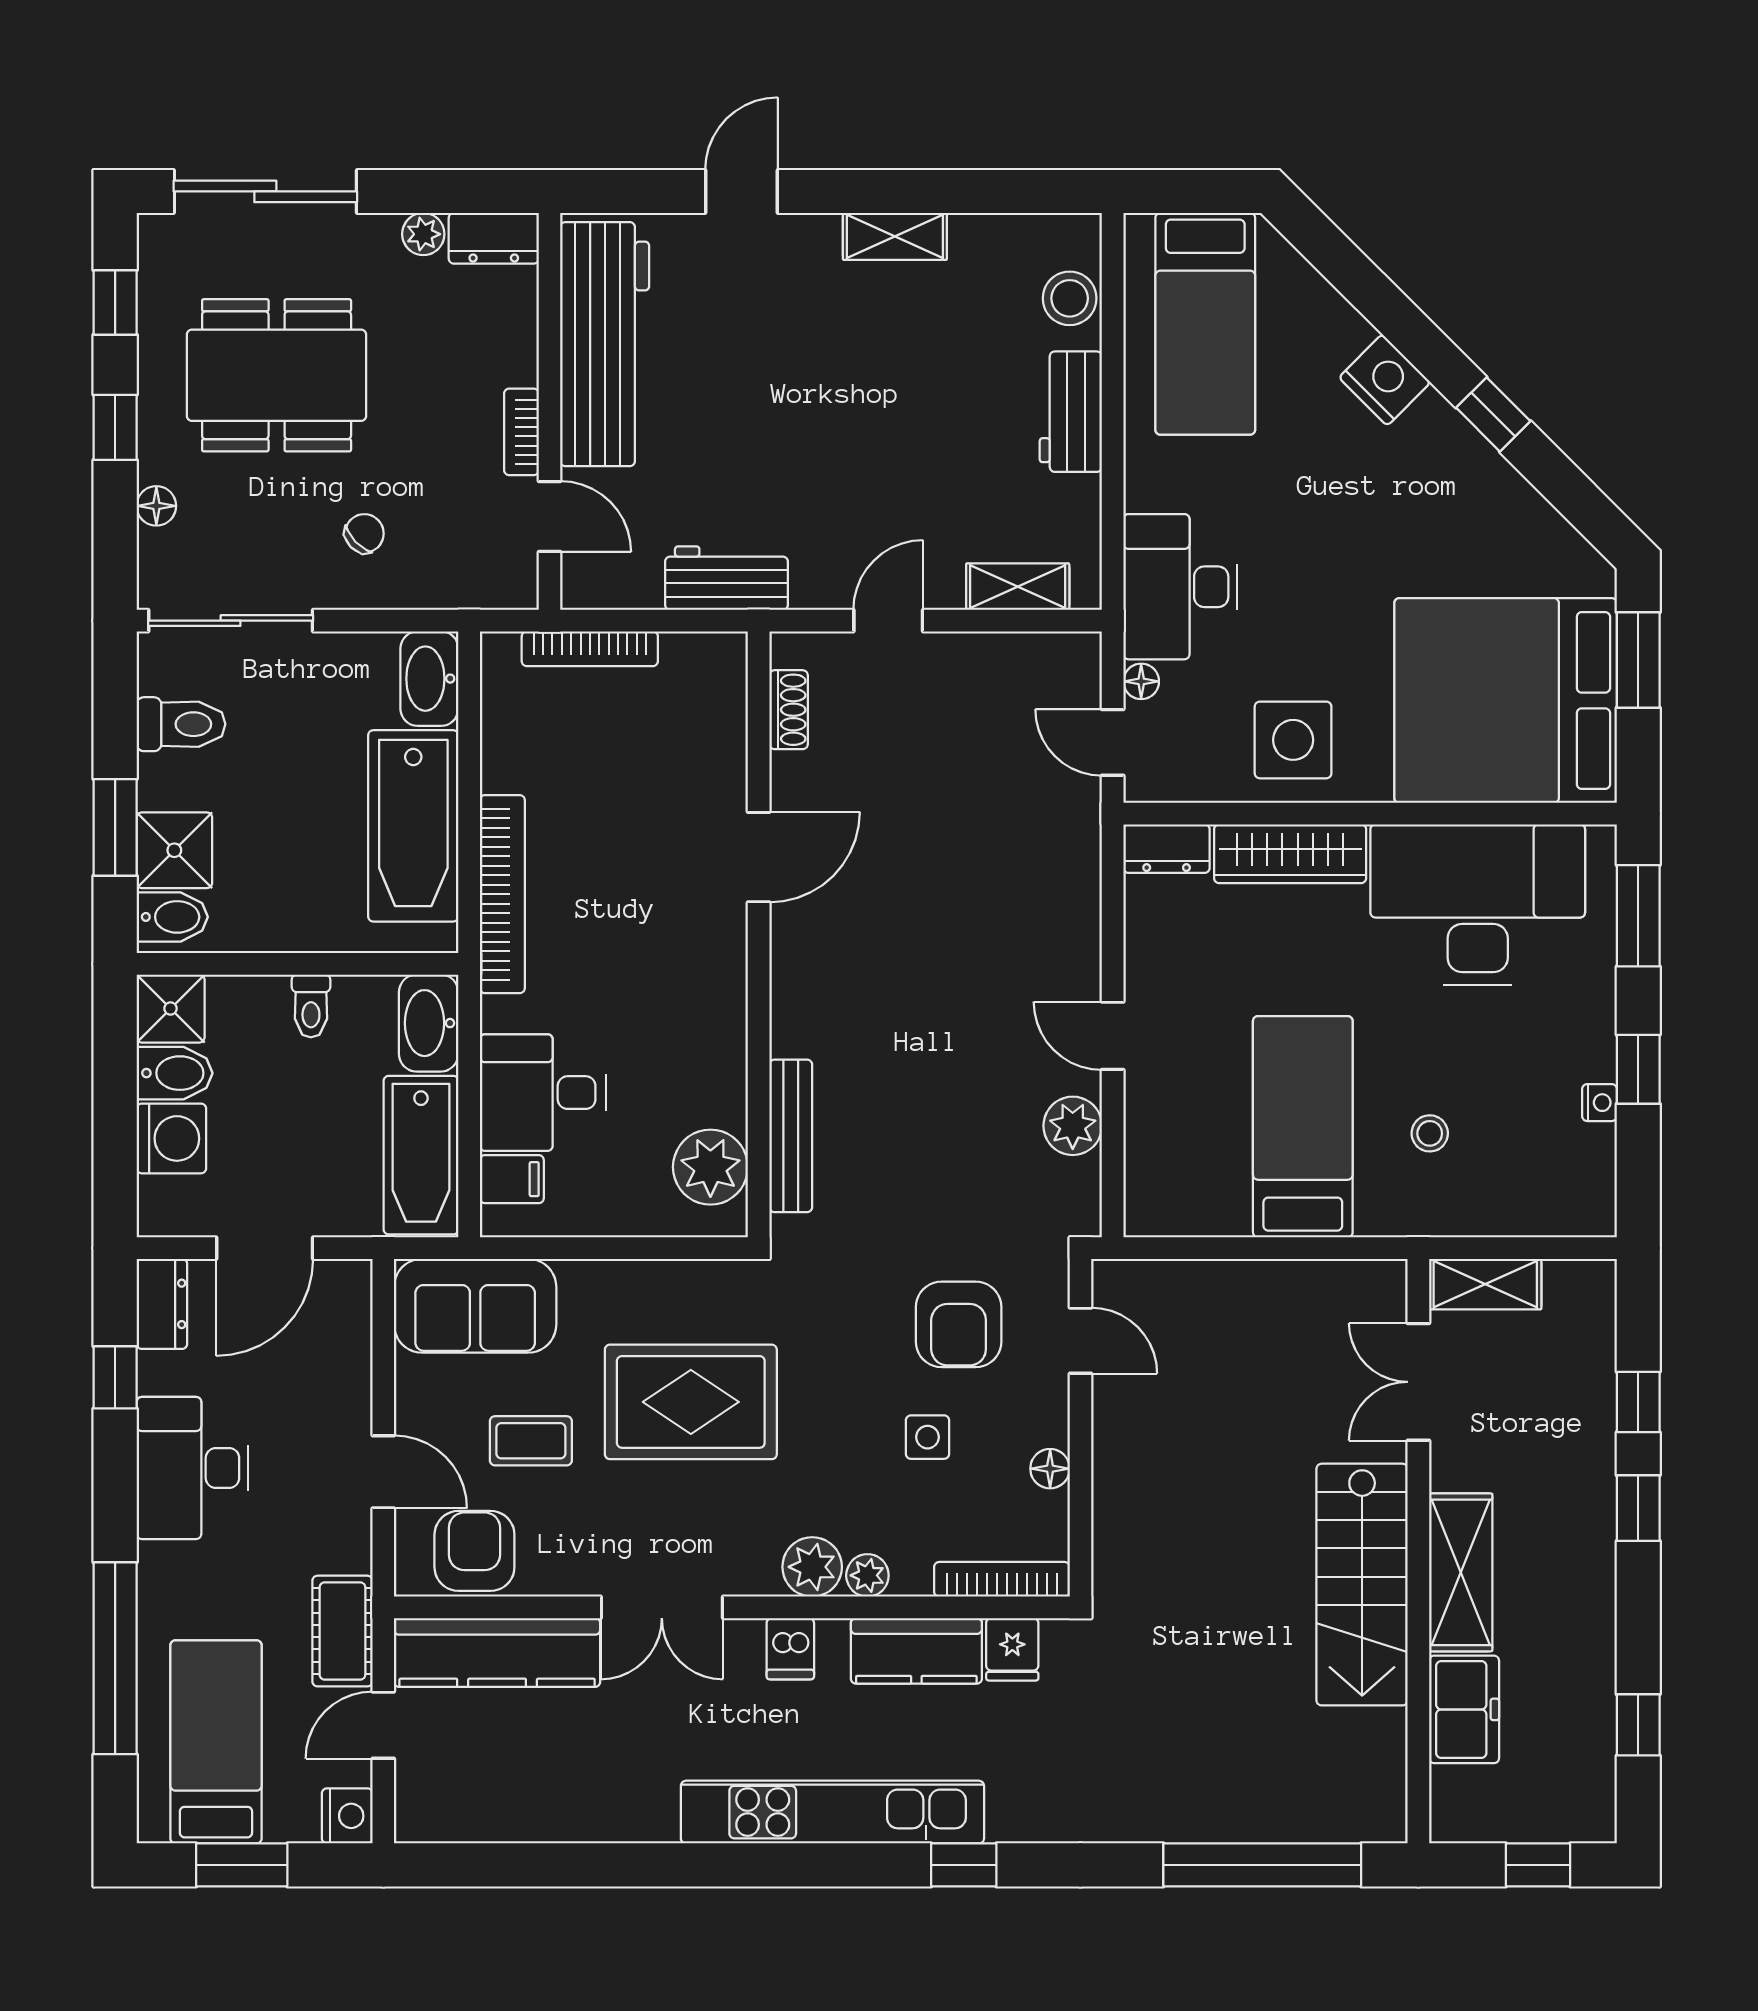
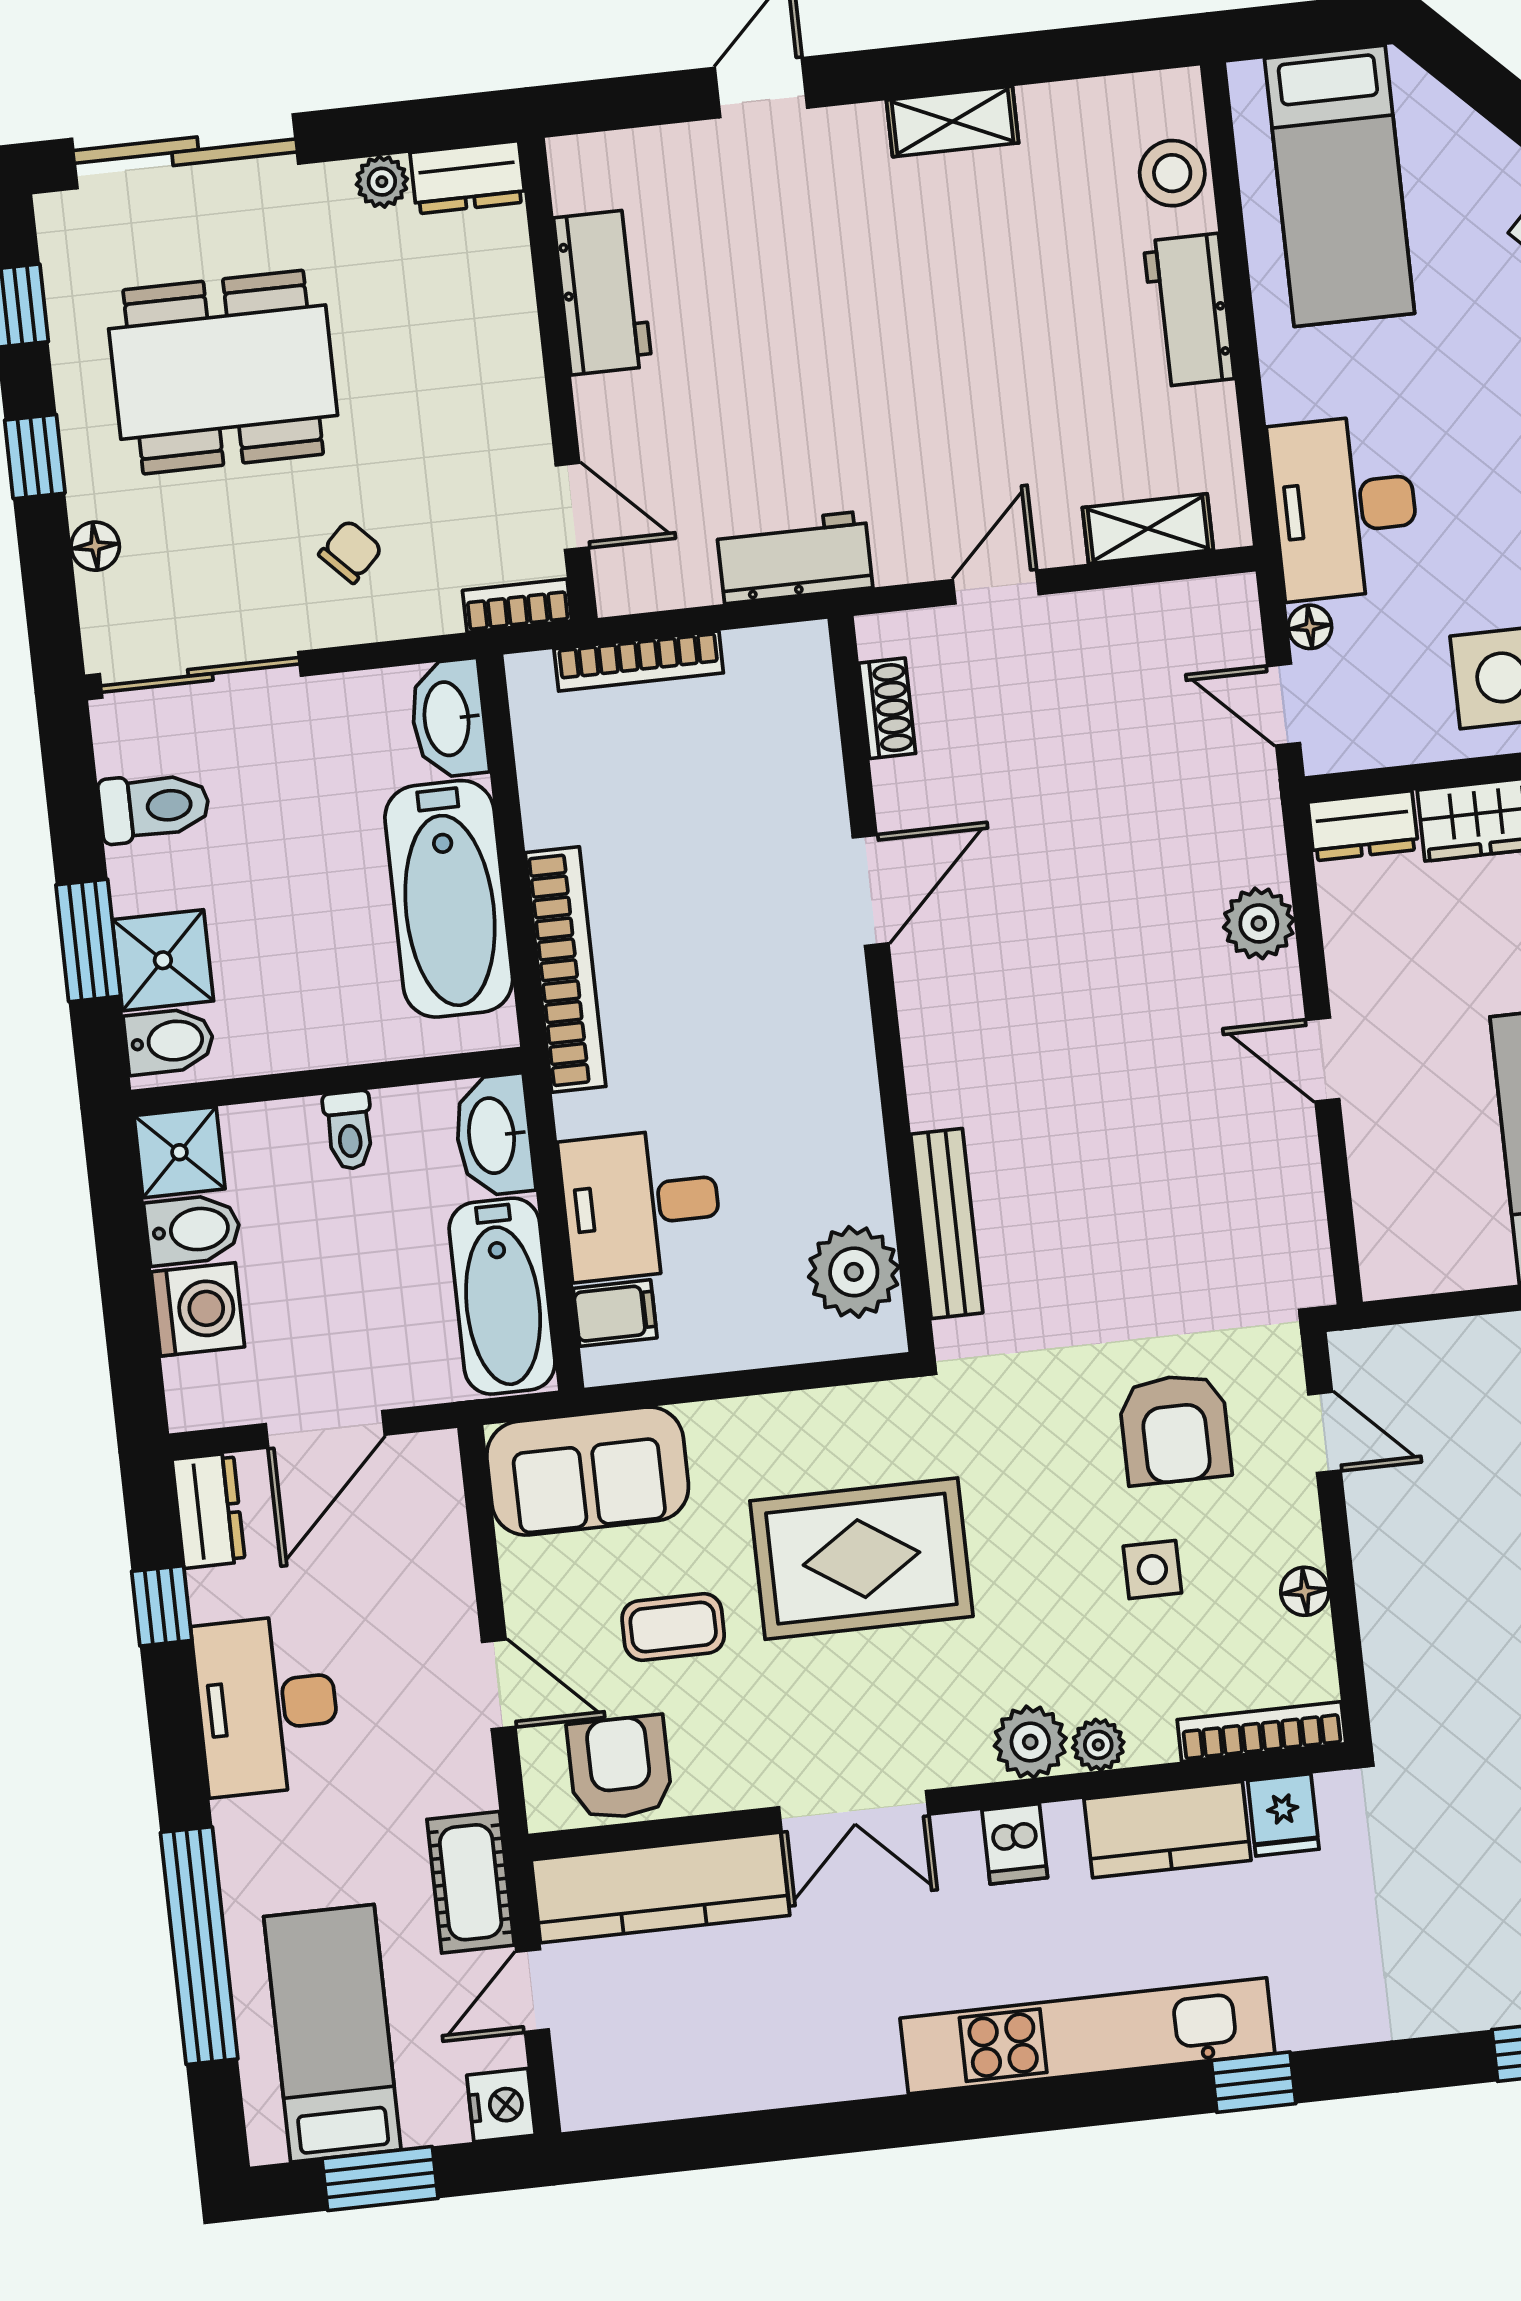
workbench: (605, 344) -> (603, 292), width x0.53, depth x0.76
bookcase: (521, 432) -> (517, 606), moved, turned 90
plant: (1073, 1126) -> (1259, 923), moved

